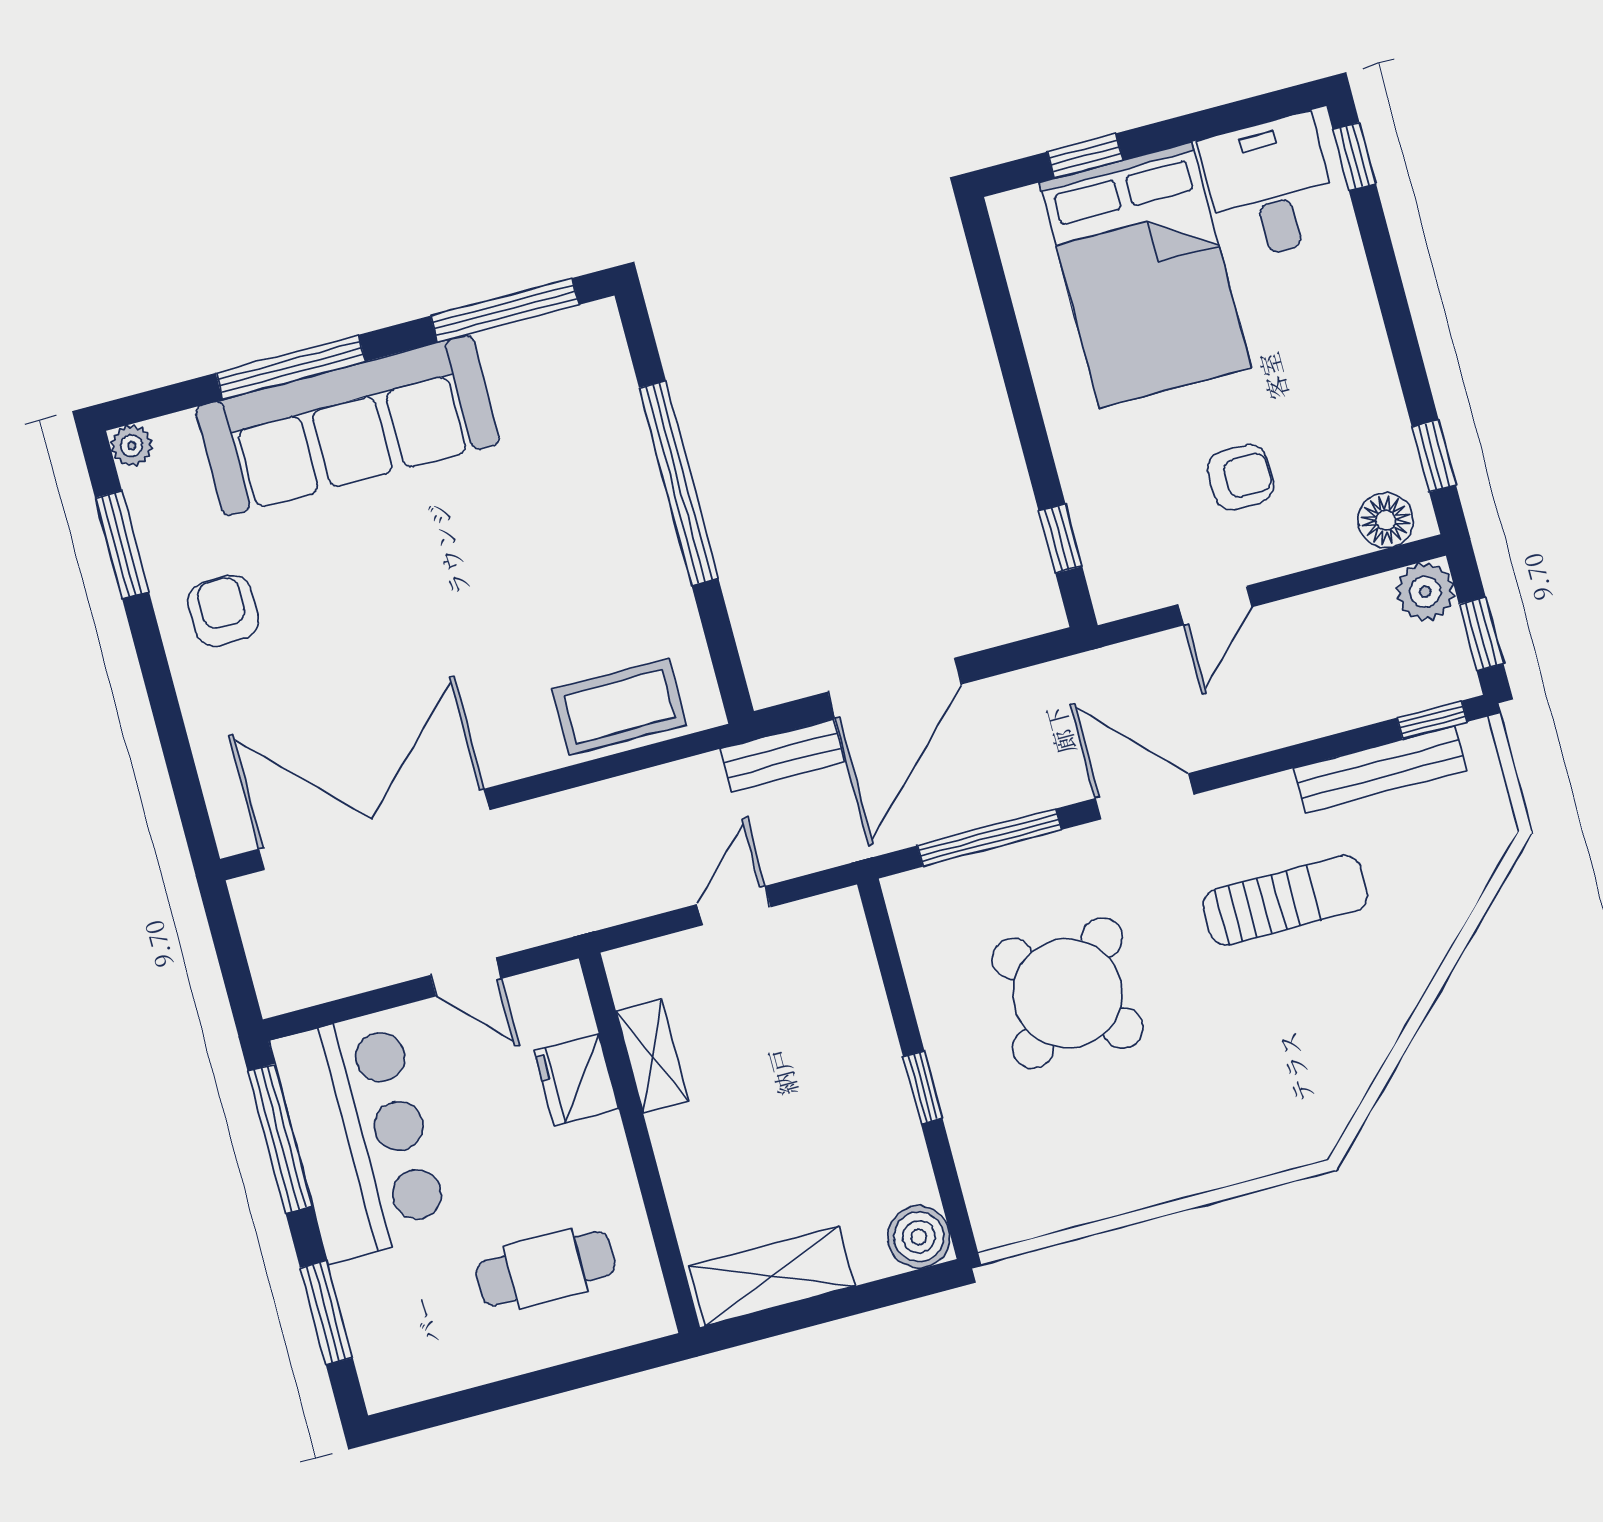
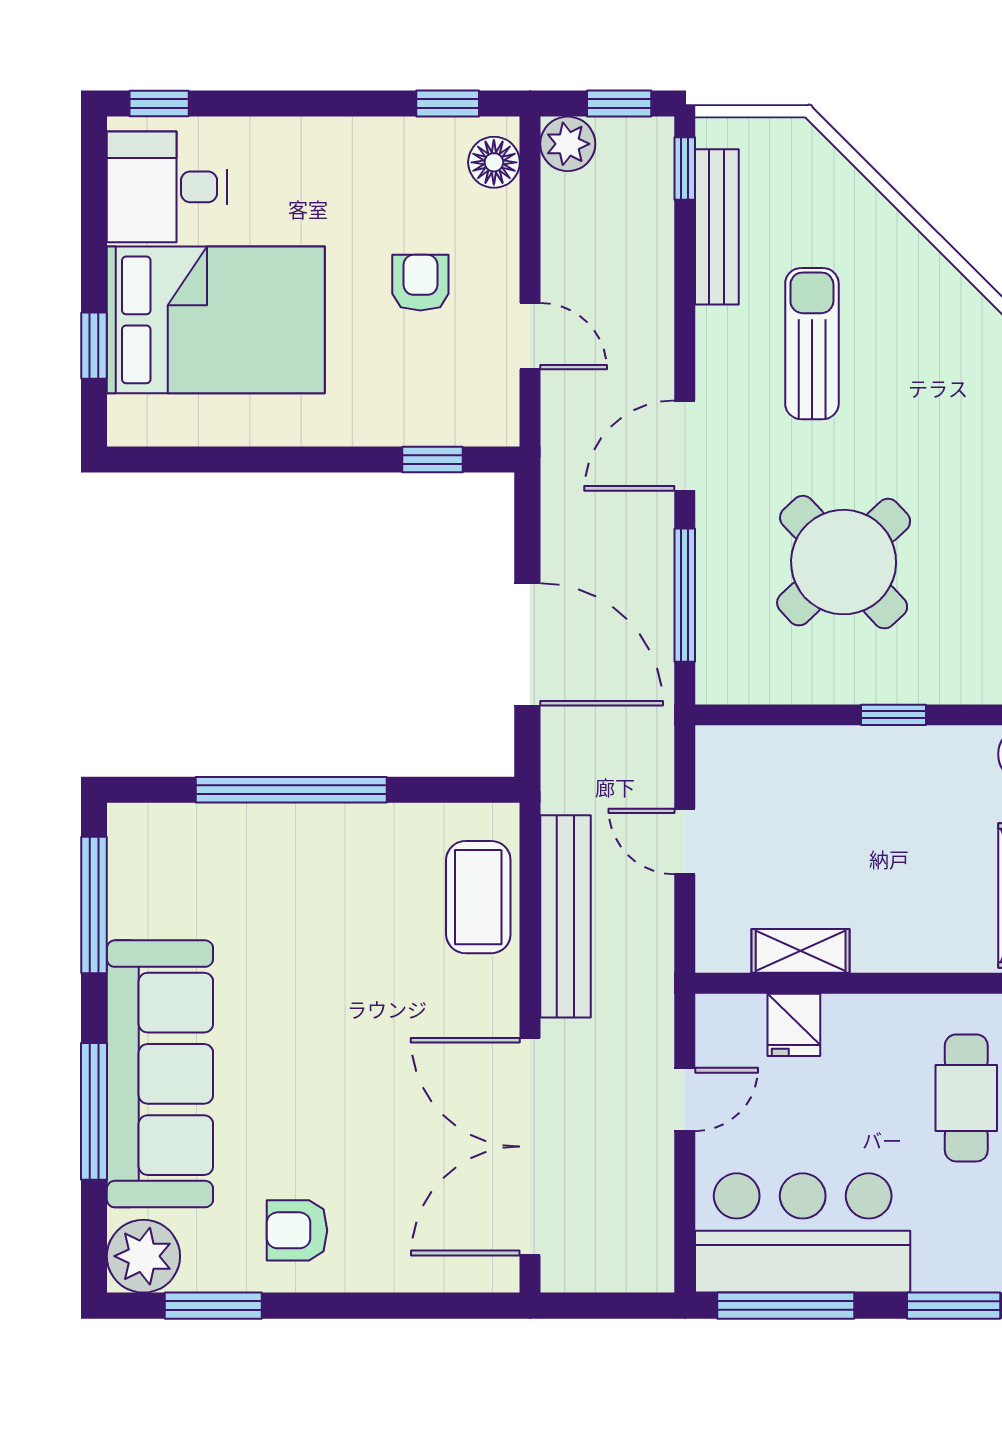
plant: (132, 446) -> (143, 1256), width x1.88, depth x1.88
bench: (782, 755) -> (565, 916), moved, width x1.86, depth x1.21
fridge: (576, 1080) -> (794, 1025), width x0.72

